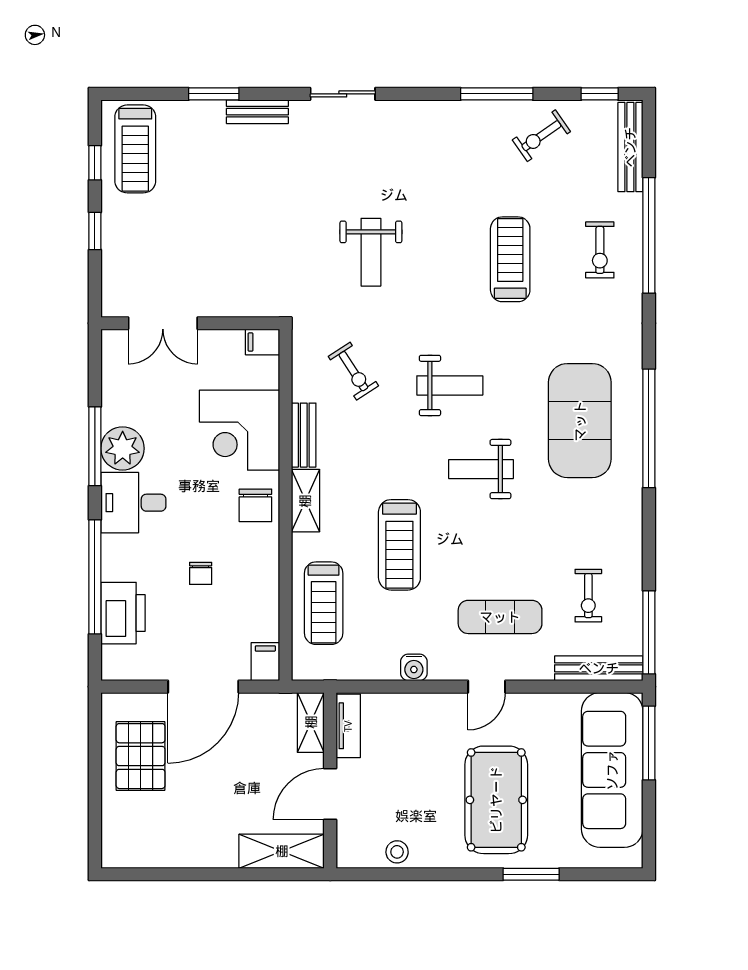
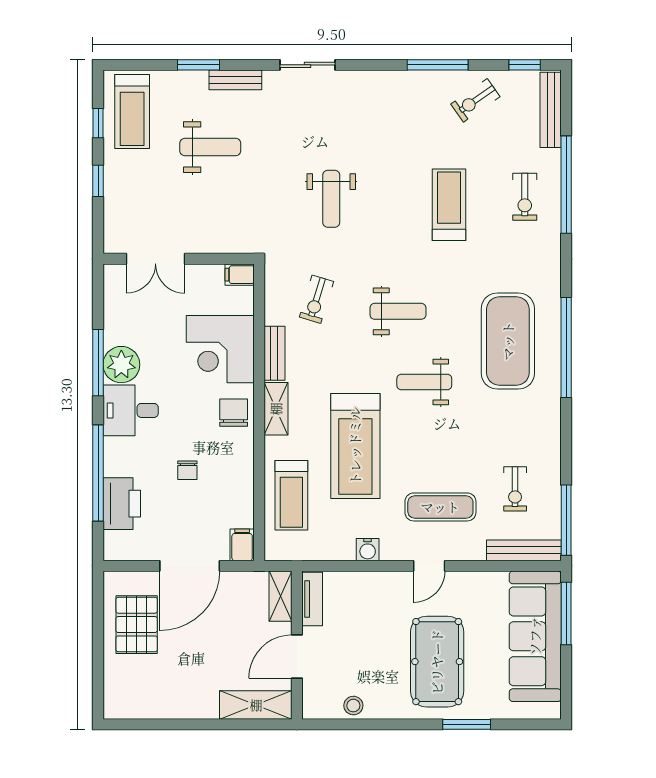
weight bench: (228, 191) -> (210, 147), added
exercise bike: (353, 371) -> (316, 299), turned 50
chair: (255, 505) -> (234, 413), turned 180
treadmill: (399, 545) -> (355, 446), width x1.37, depth x1.38

